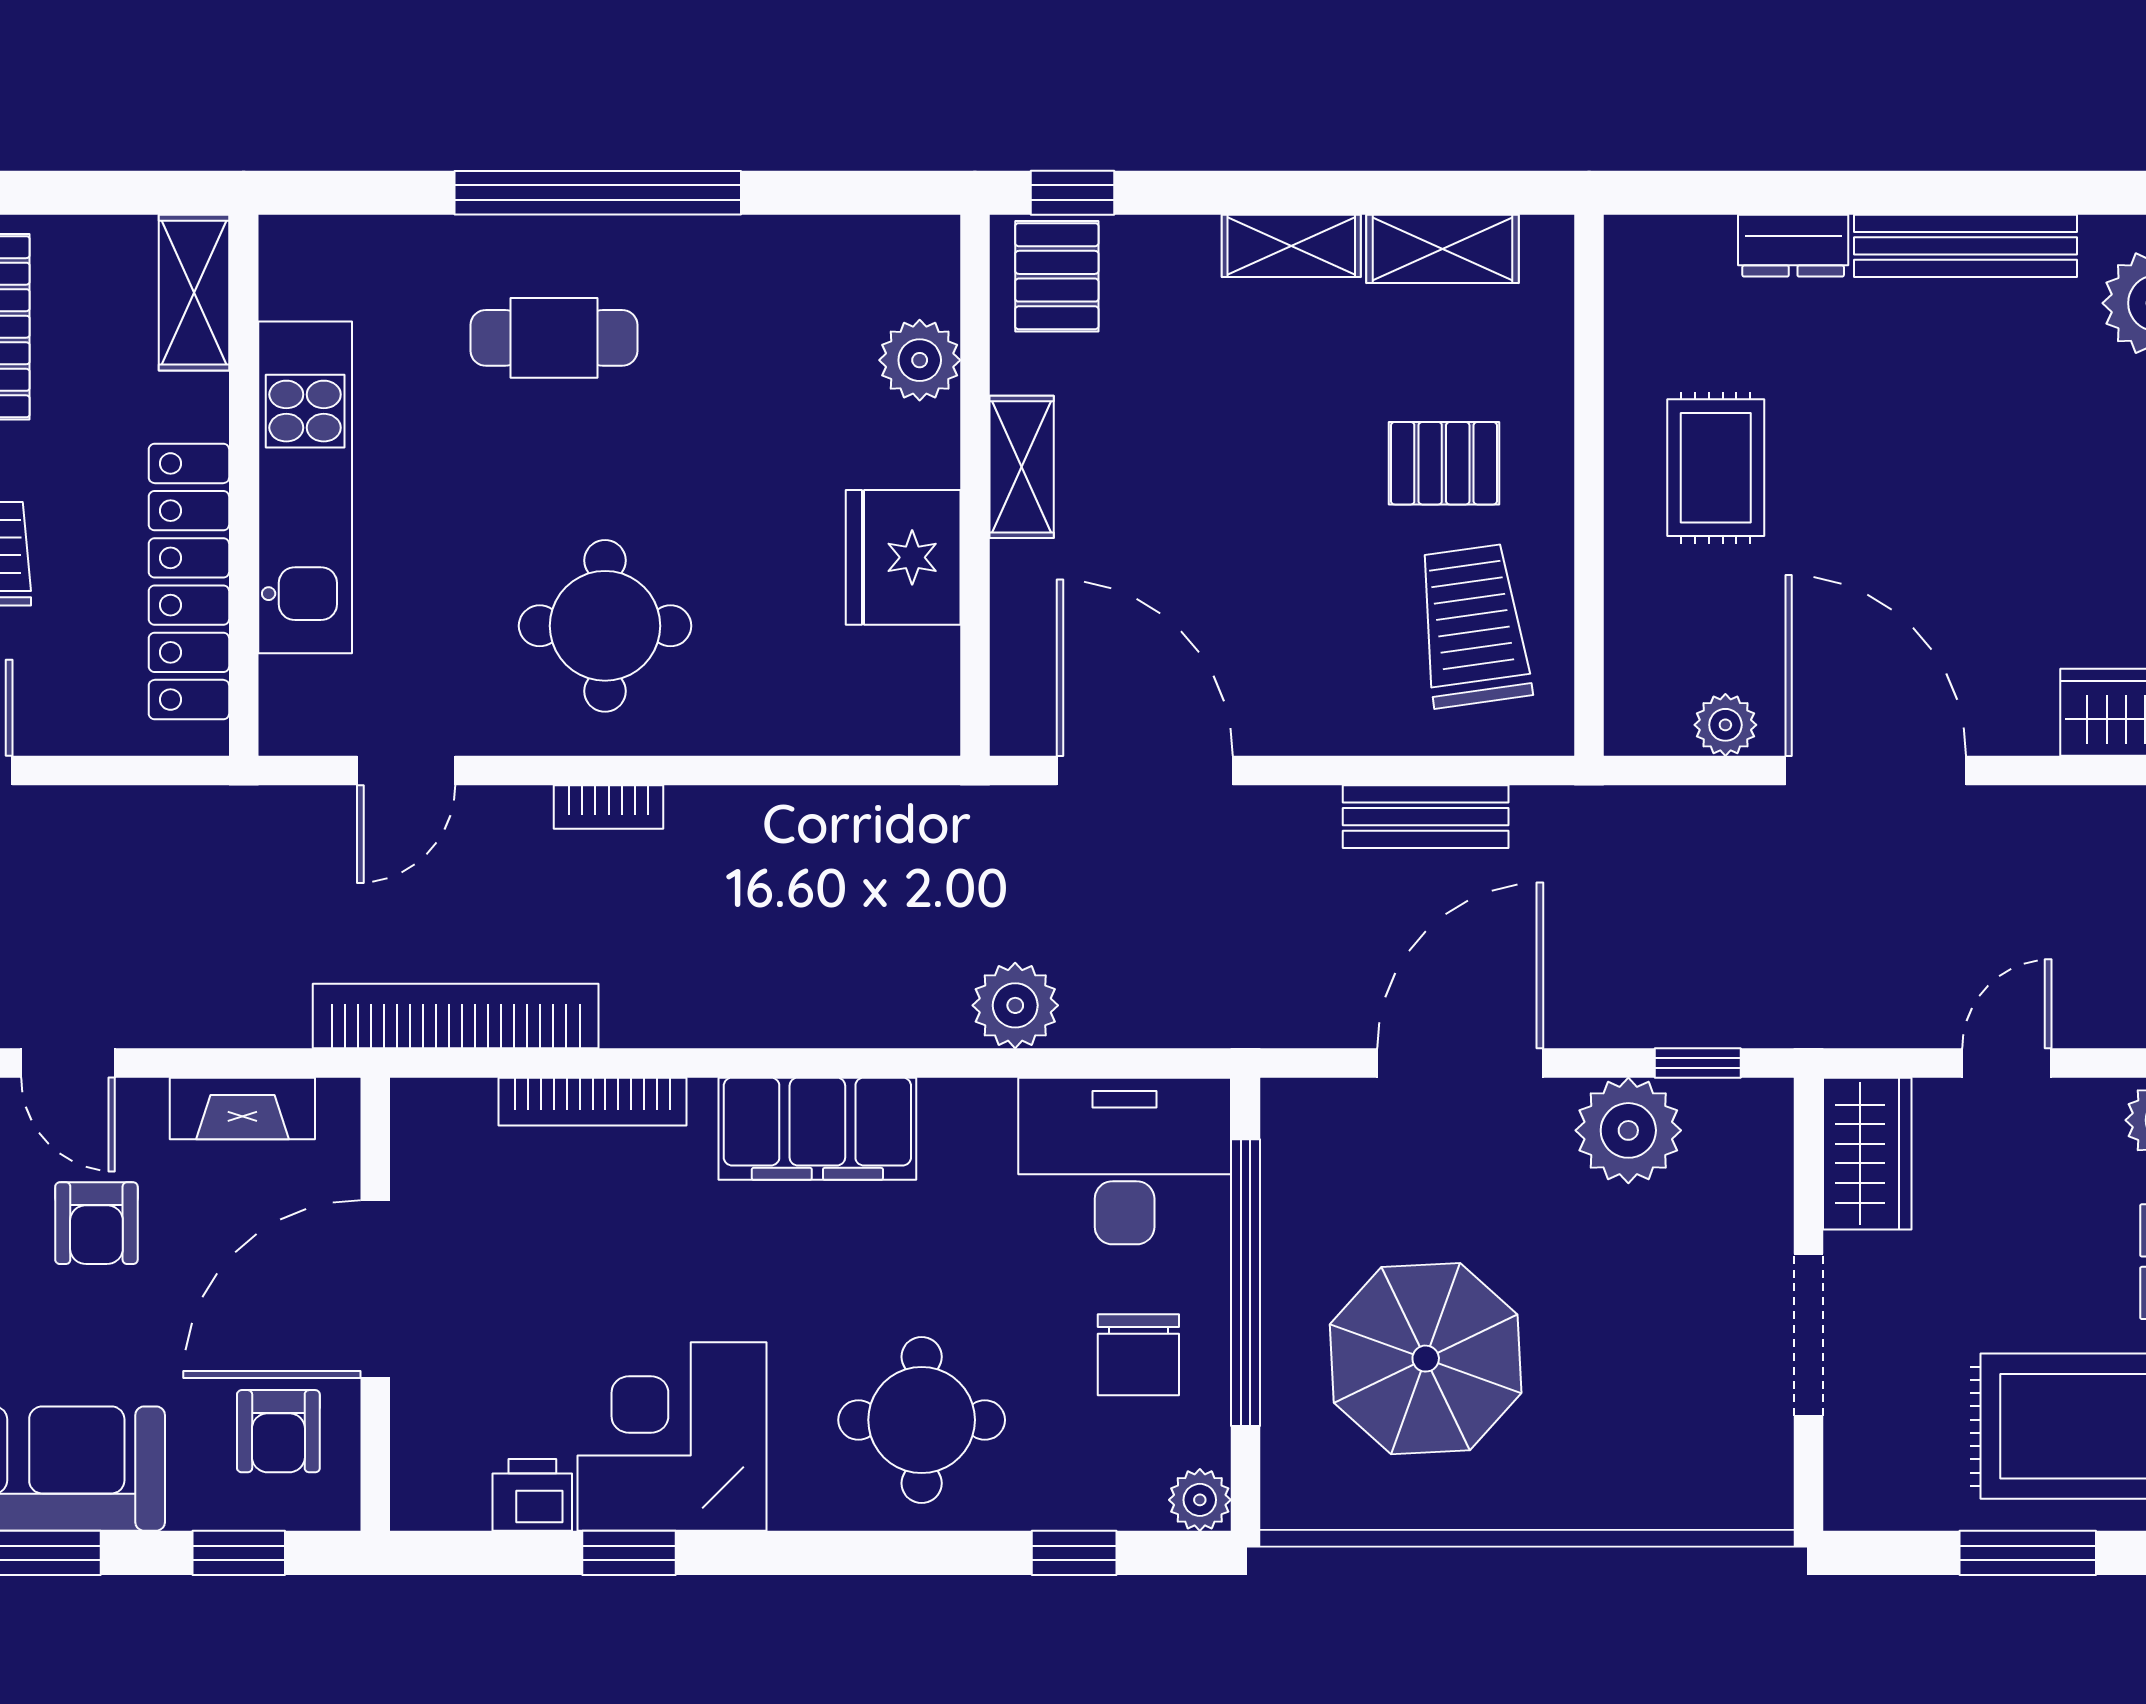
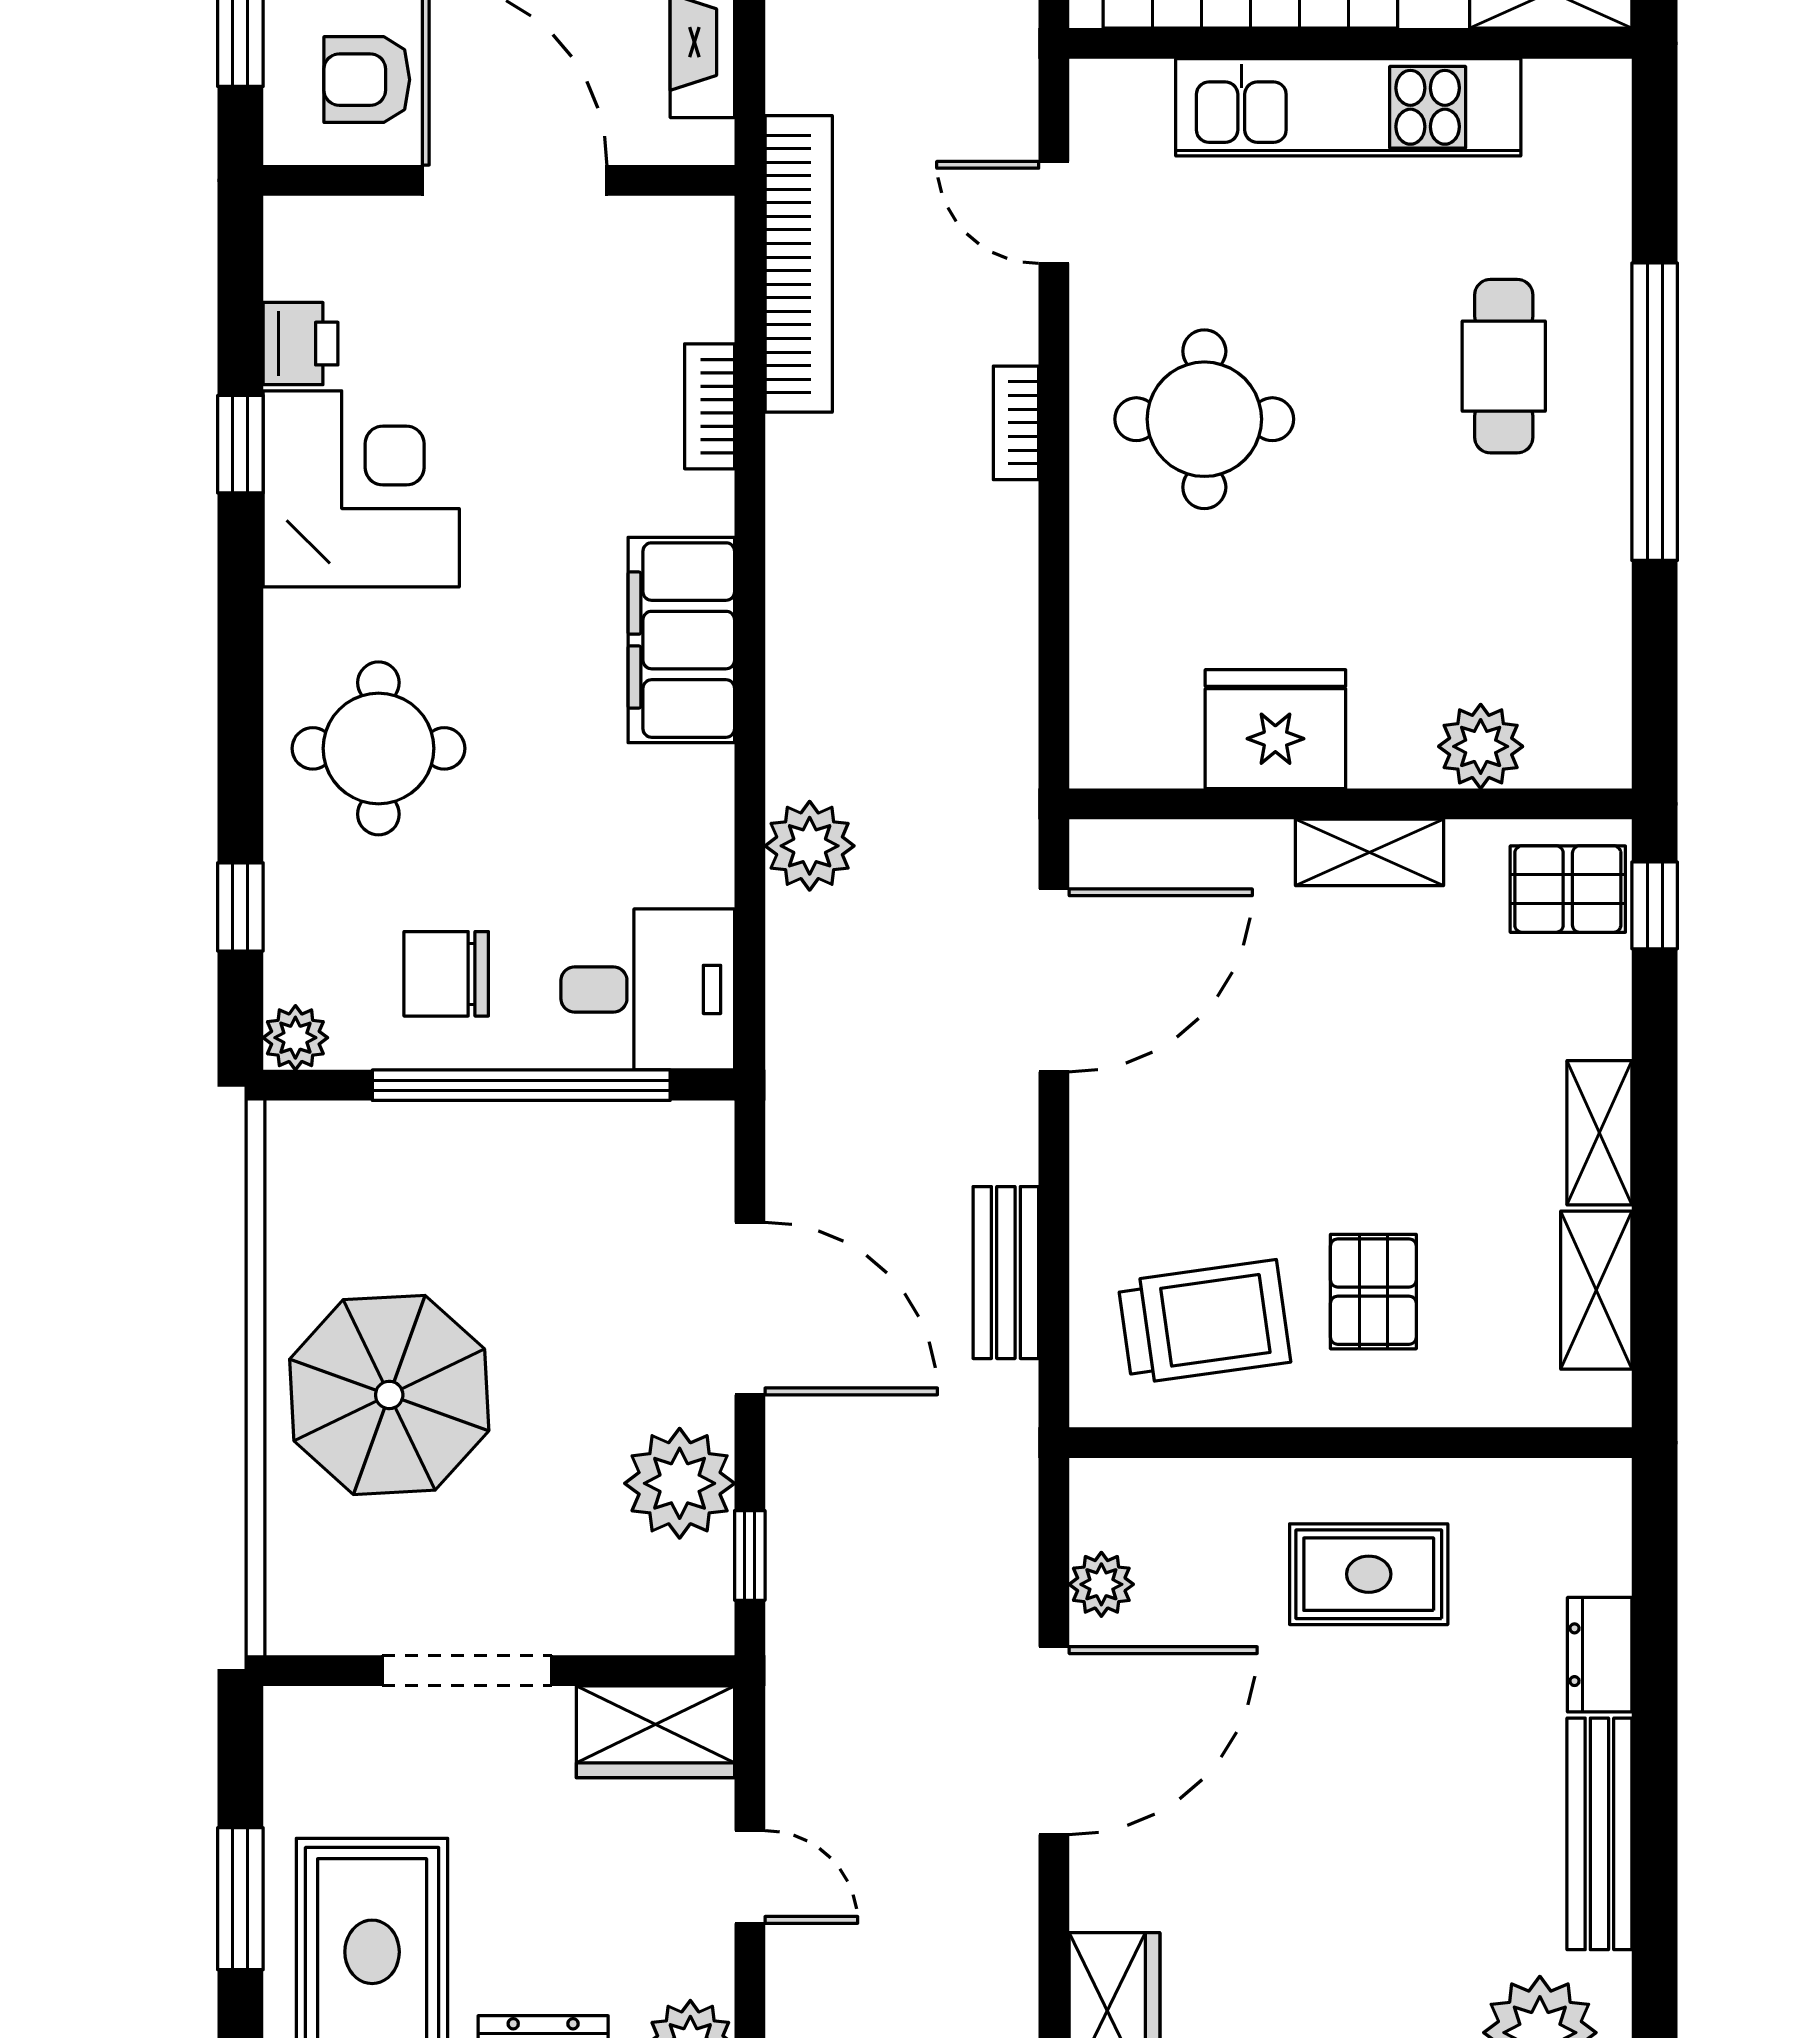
bookcase: (593, 1102) -> (710, 406), width x0.64
desk: (1125, 1161) -> (648, 989), width x0.73
parasol: (1426, 1359) -> (389, 1395), moved

